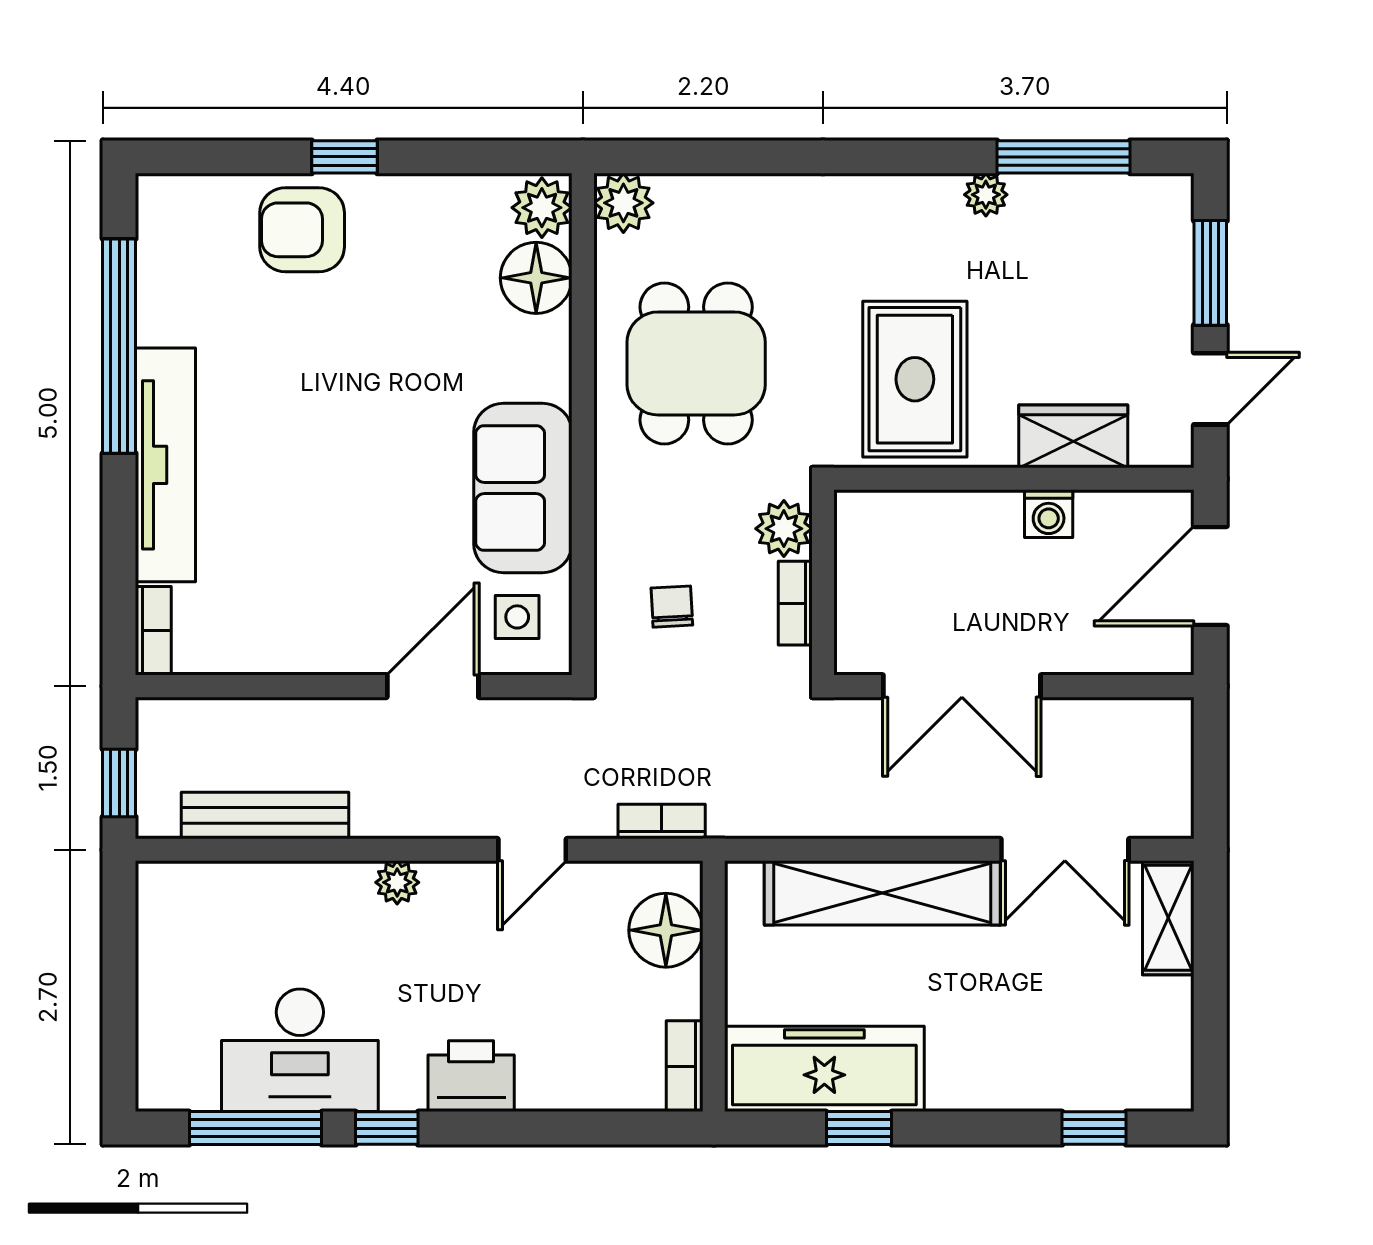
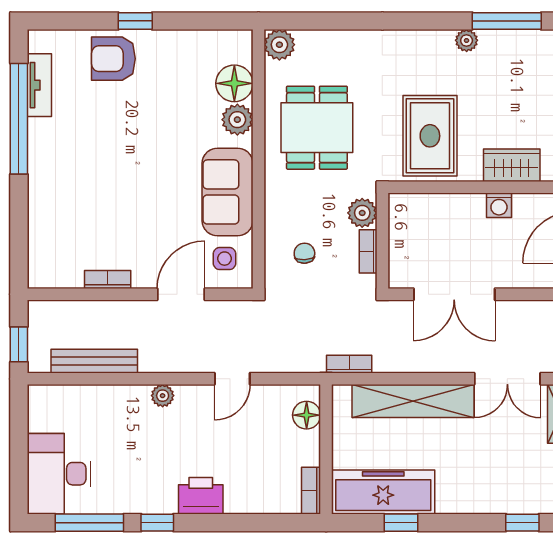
plant: (542, 208) -> (237, 120), moved
tv unit: (165, 465) -> (39, 85), moved, width x0.52, depth x0.78
bookcase: (153, 631) -> (108, 279), moved, turned -90
bookcase: (662, 821) -> (349, 364), moved
floor lamp: (666, 930) -> (307, 415), width x0.73, depth x0.73
desk: (300, 1050) -> (59, 474), moved, turned 90

